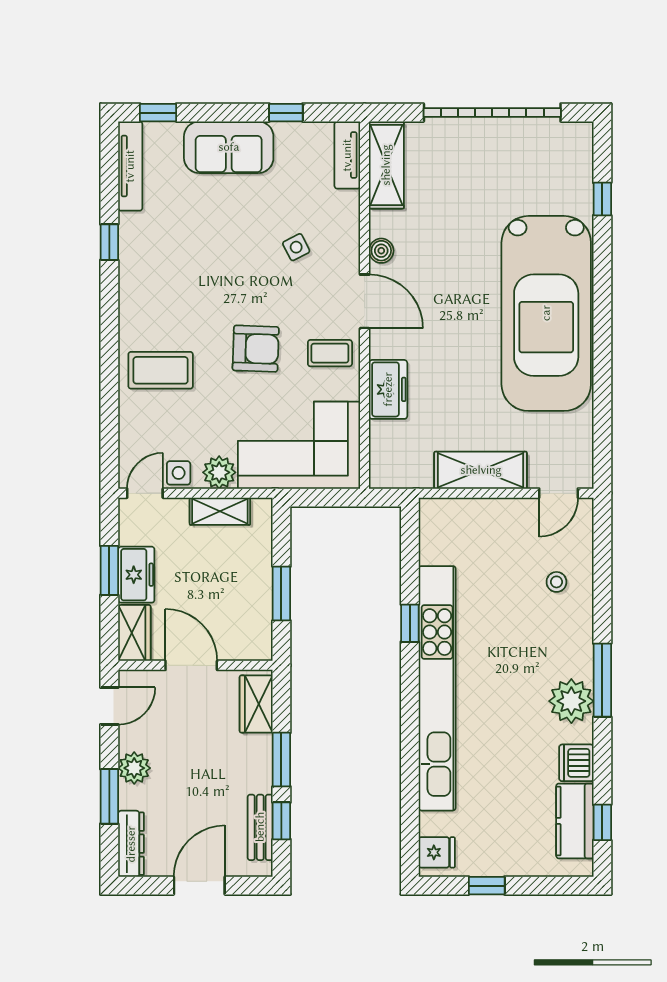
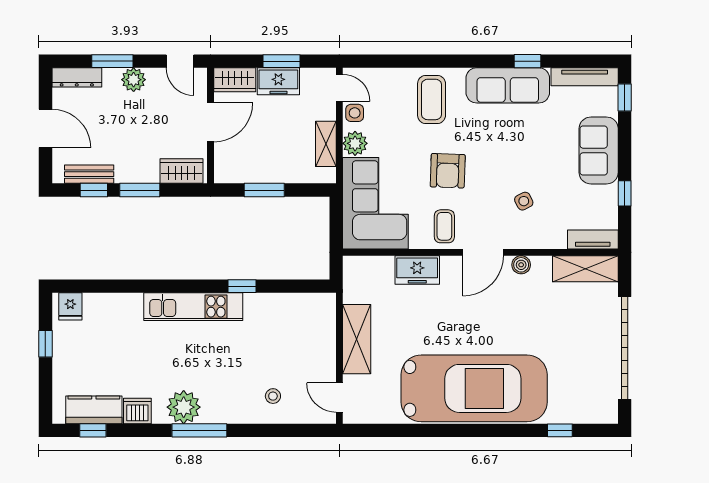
sofa: (142, 269) -> (508, 85), added
car: (546, 313) -> (474, 388), turned 180
kitchen unit: (437, 688) -> (193, 307), width x0.54

